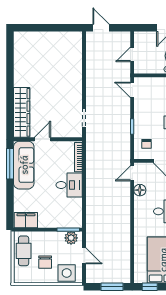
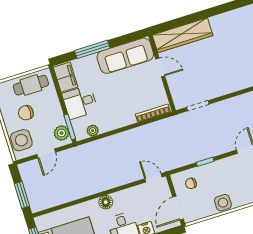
window: (10, 164) -> (92, 49), moved
desk: (69, 185) -> (80, 102), moved, turned 90
floor lamp: (140, 190) -> (106, 202), moved
plant: (77, 212) -> (93, 131), added

